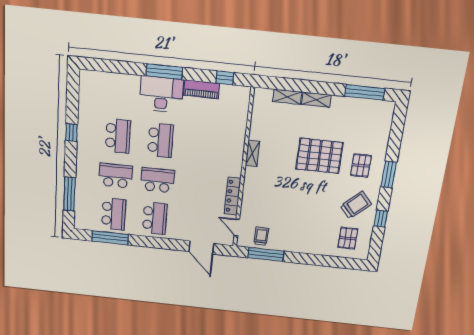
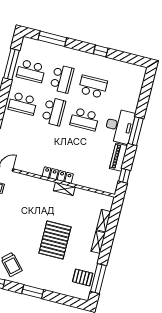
school desk: (118, 136) -> (93, 87), turned 180
pallet: (361, 166) -> (83, 277), moved
locker: (233, 196) -> (58, 175), moved

